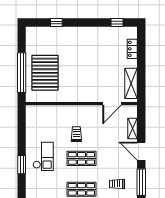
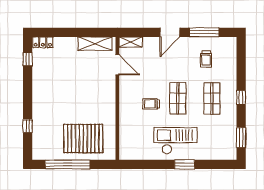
locker: (132, 49) -> (43, 42), moved
window: (22, 73) -> (68, 164), moved
shelving: (133, 128) -> (131, 42), moved
checkout: (43, 156) -> (176, 141), width x1.36, depth x1.21

